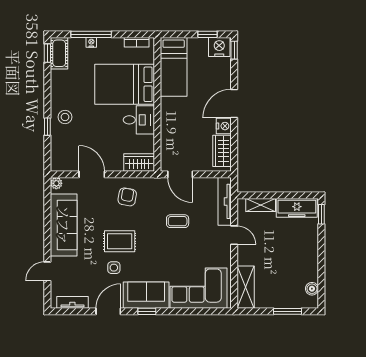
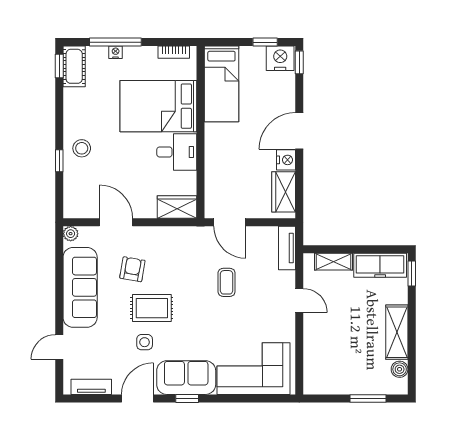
armchair: (127, 197) -> (132, 269), moved
tv unit: (225, 201) -> (287, 248), width x0.71
coffee table: (178, 221) -> (227, 282), turned 90
shelving: (246, 287) -> (397, 332), moved

